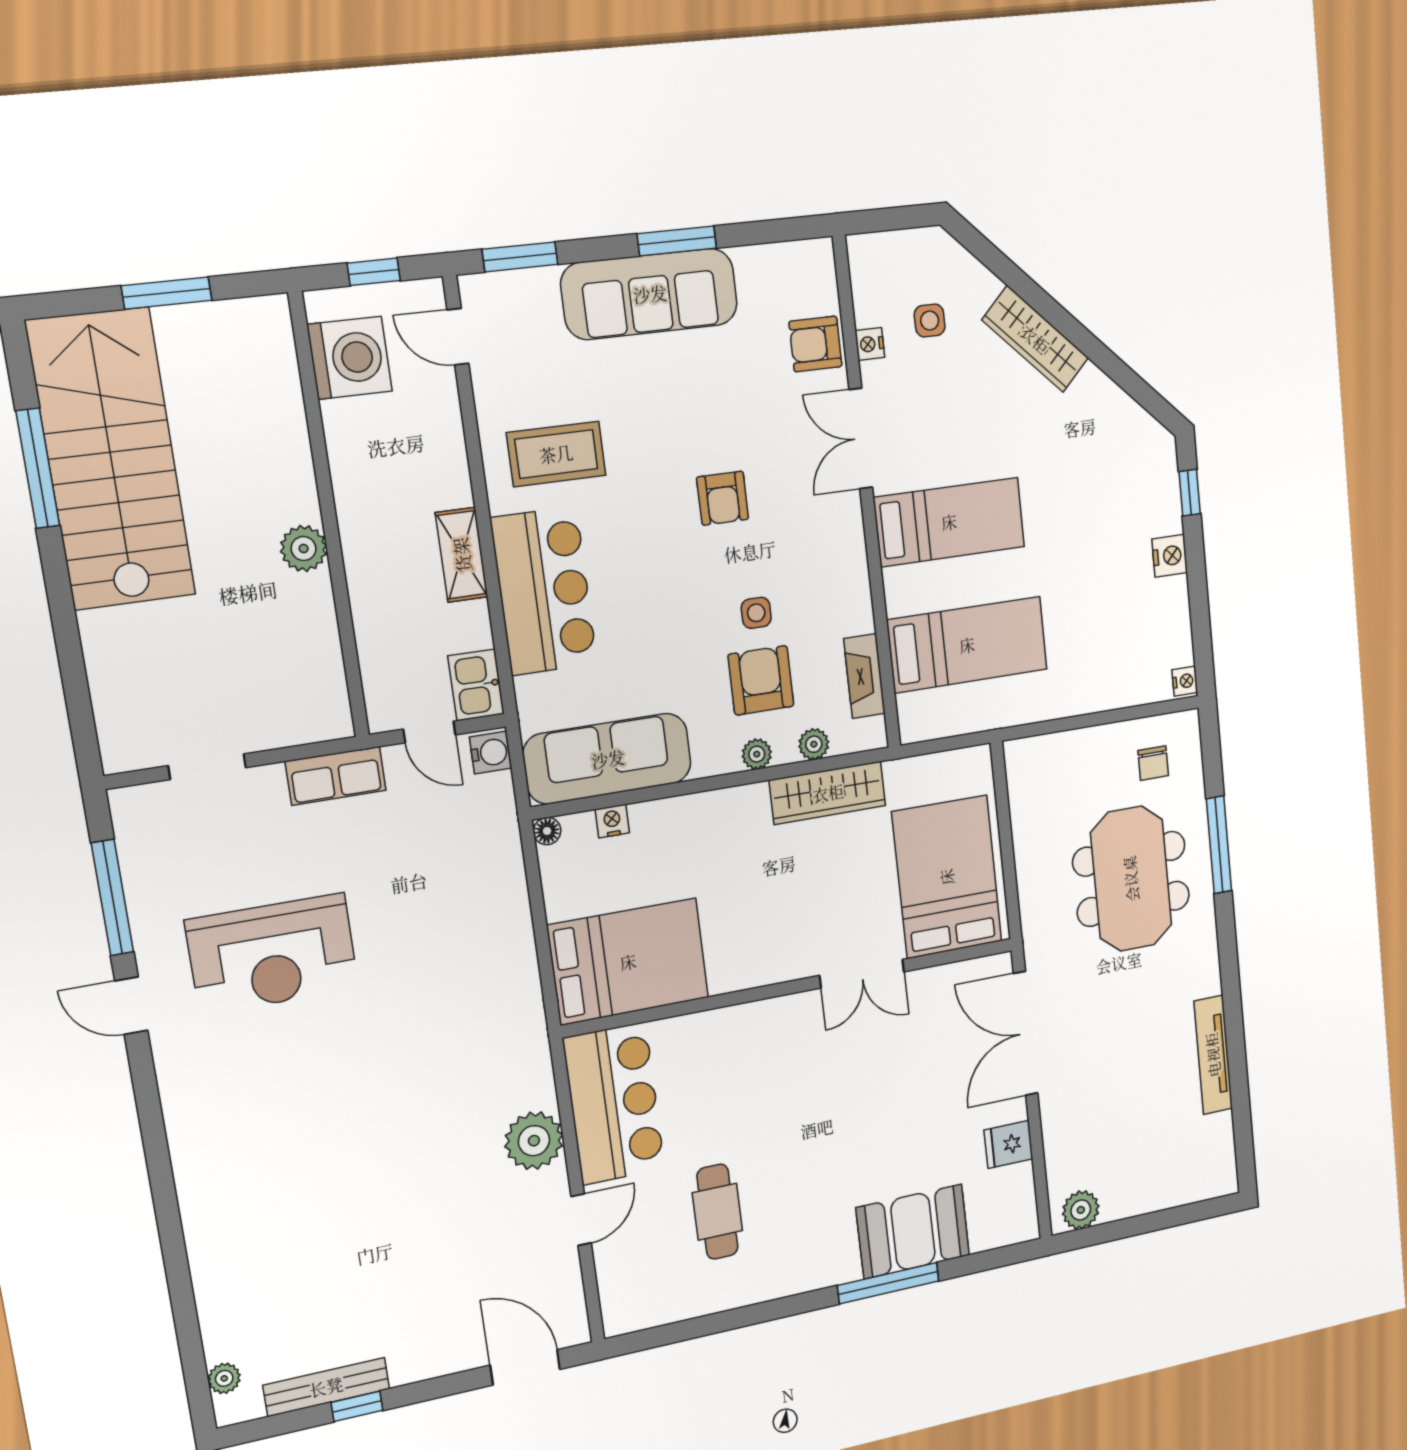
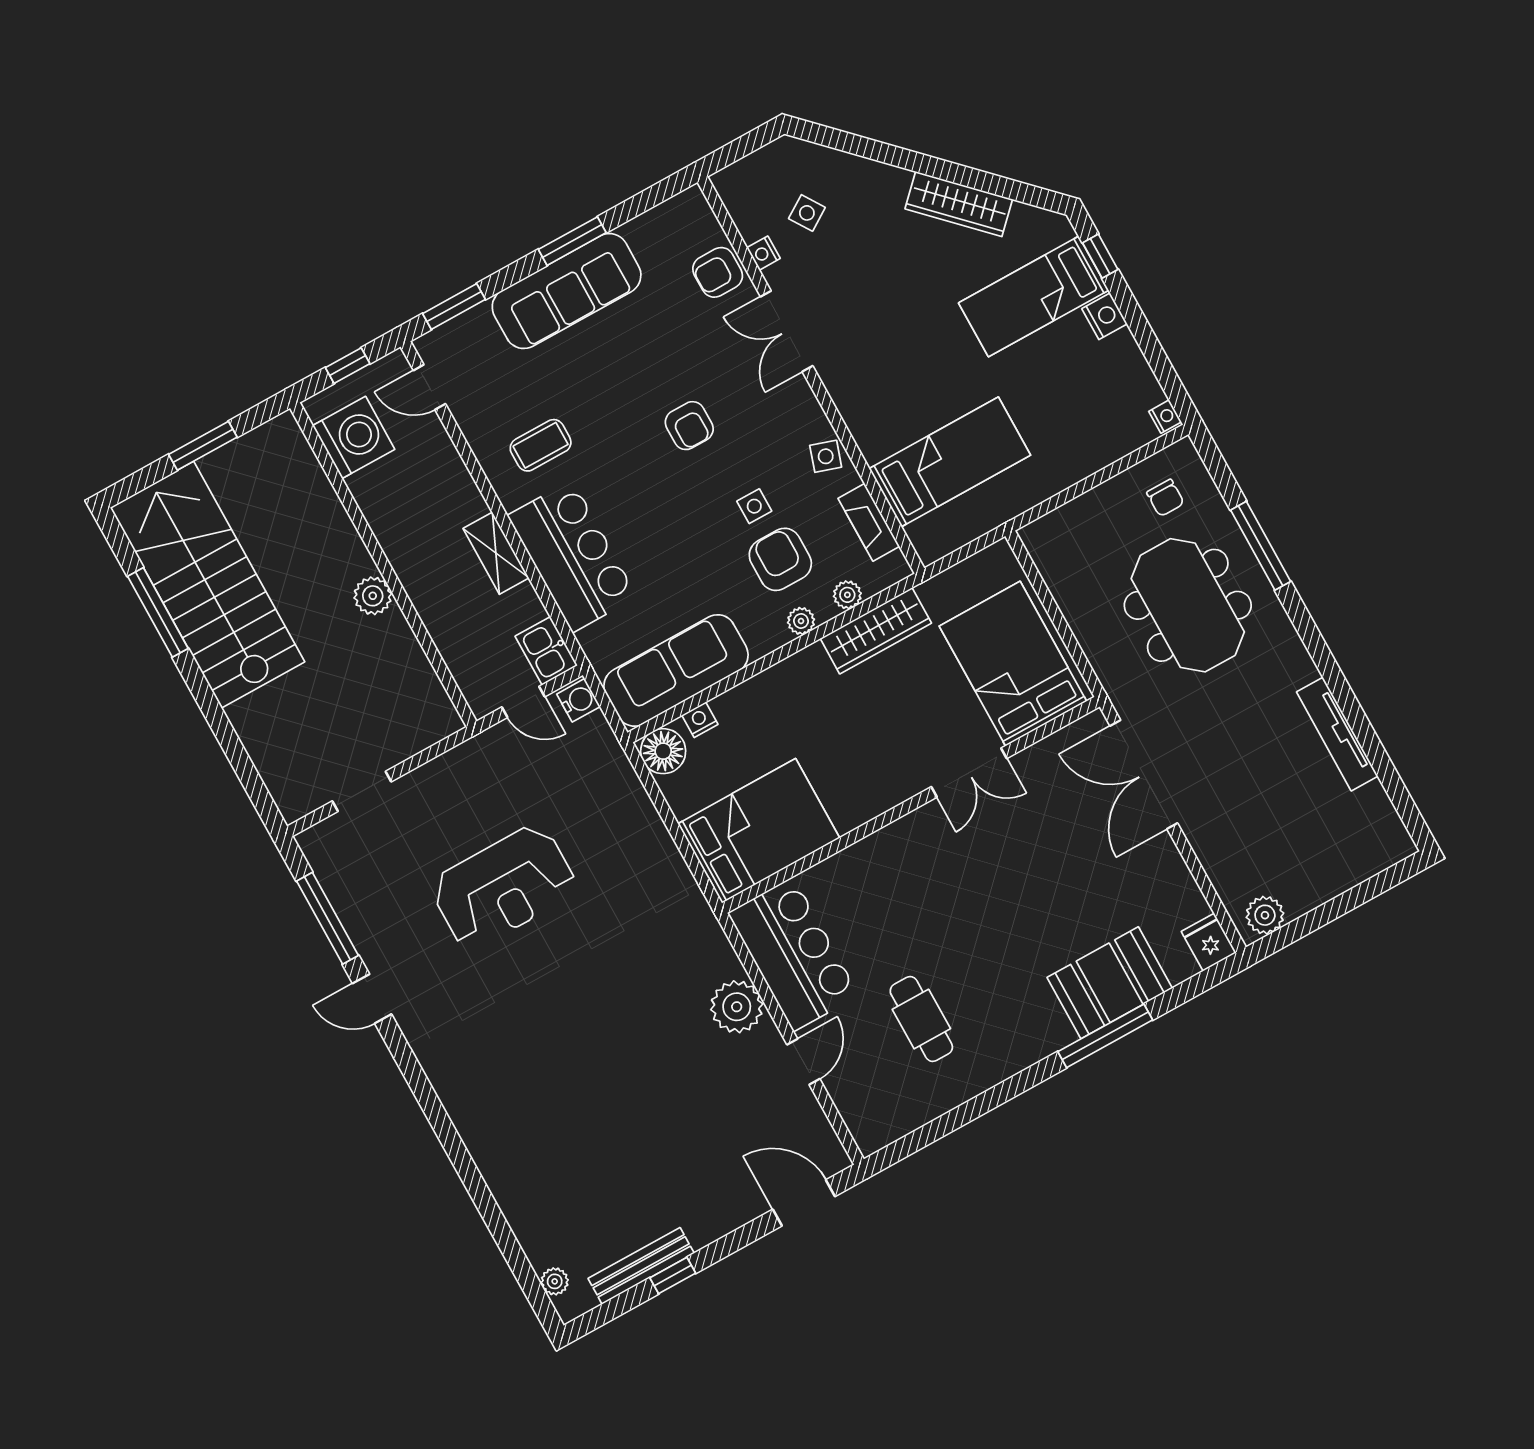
side table: (930, 321) -> (807, 213), turned -33
wardrobe: (1035, 339) -> (959, 204), moved
coffee table: (556, 454) -> (541, 445), width x0.73, depth x0.77
bed: (949, 522) -> (1034, 297), moved, turned 180
side table: (849, 589) -> (826, 456), added
row of seats: (336, 776) -> (463, 763), removed
floor lamp: (547, 831) -> (663, 751), width x1.89, depth x1.89
reception desk: (272, 954) -> (504, 887), moved
fridge: (1008, 1144) -> (1209, 942), moved, turned 90

